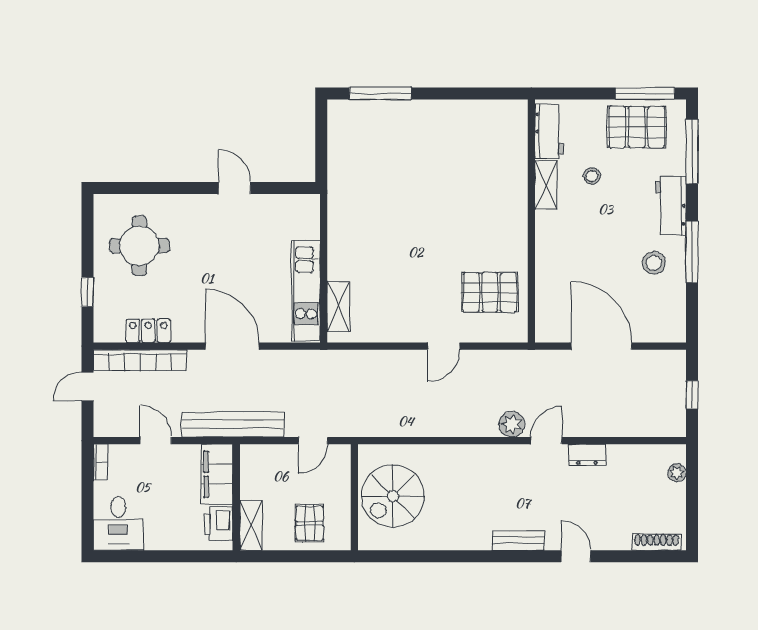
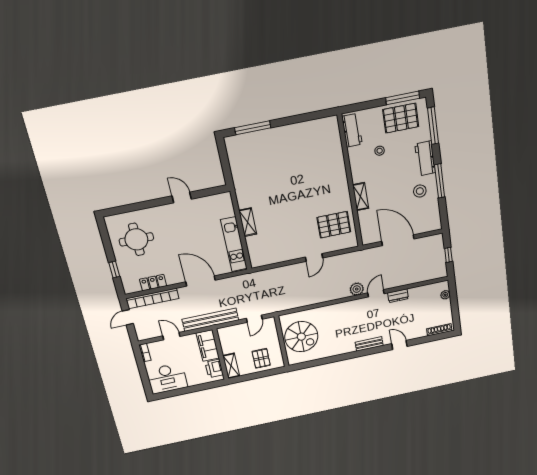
shelving: (546, 185) -> (361, 197), moved
shelving: (338, 306) -> (248, 222), moved
spiral stairs: (393, 496) -> (301, 337), turned -90
desk: (118, 524) -> (167, 378), width x1.37

